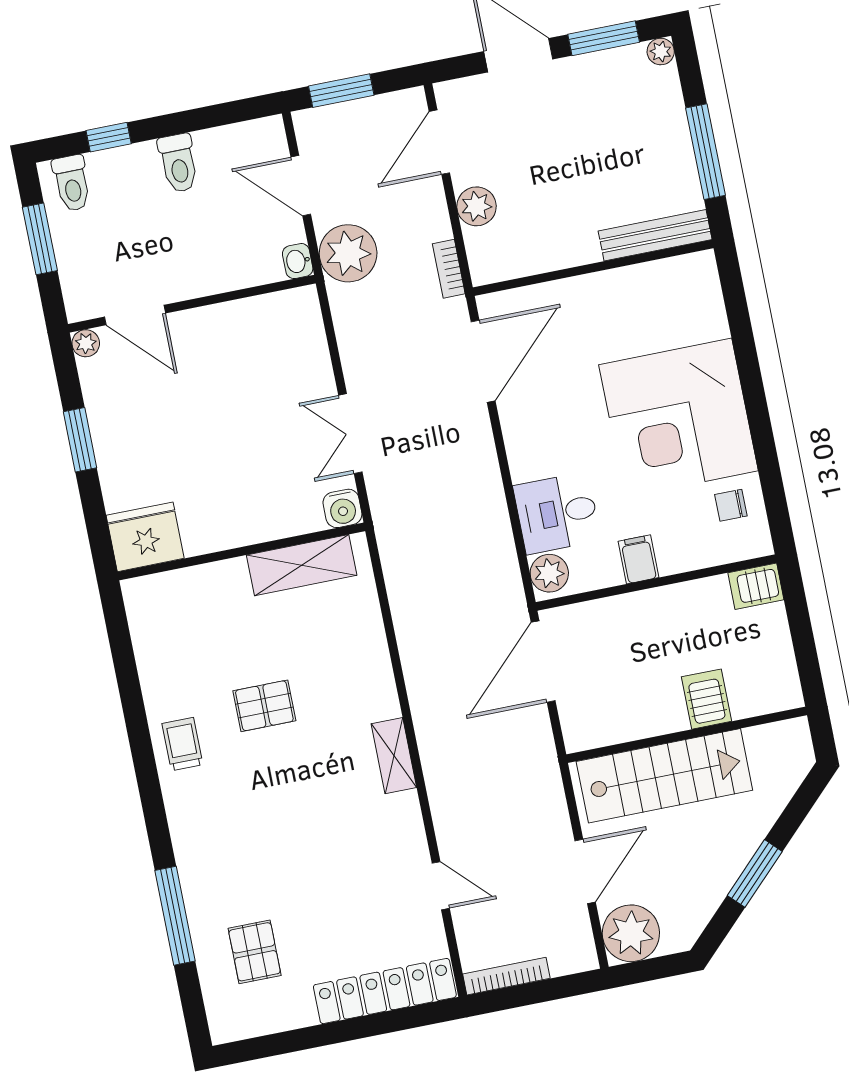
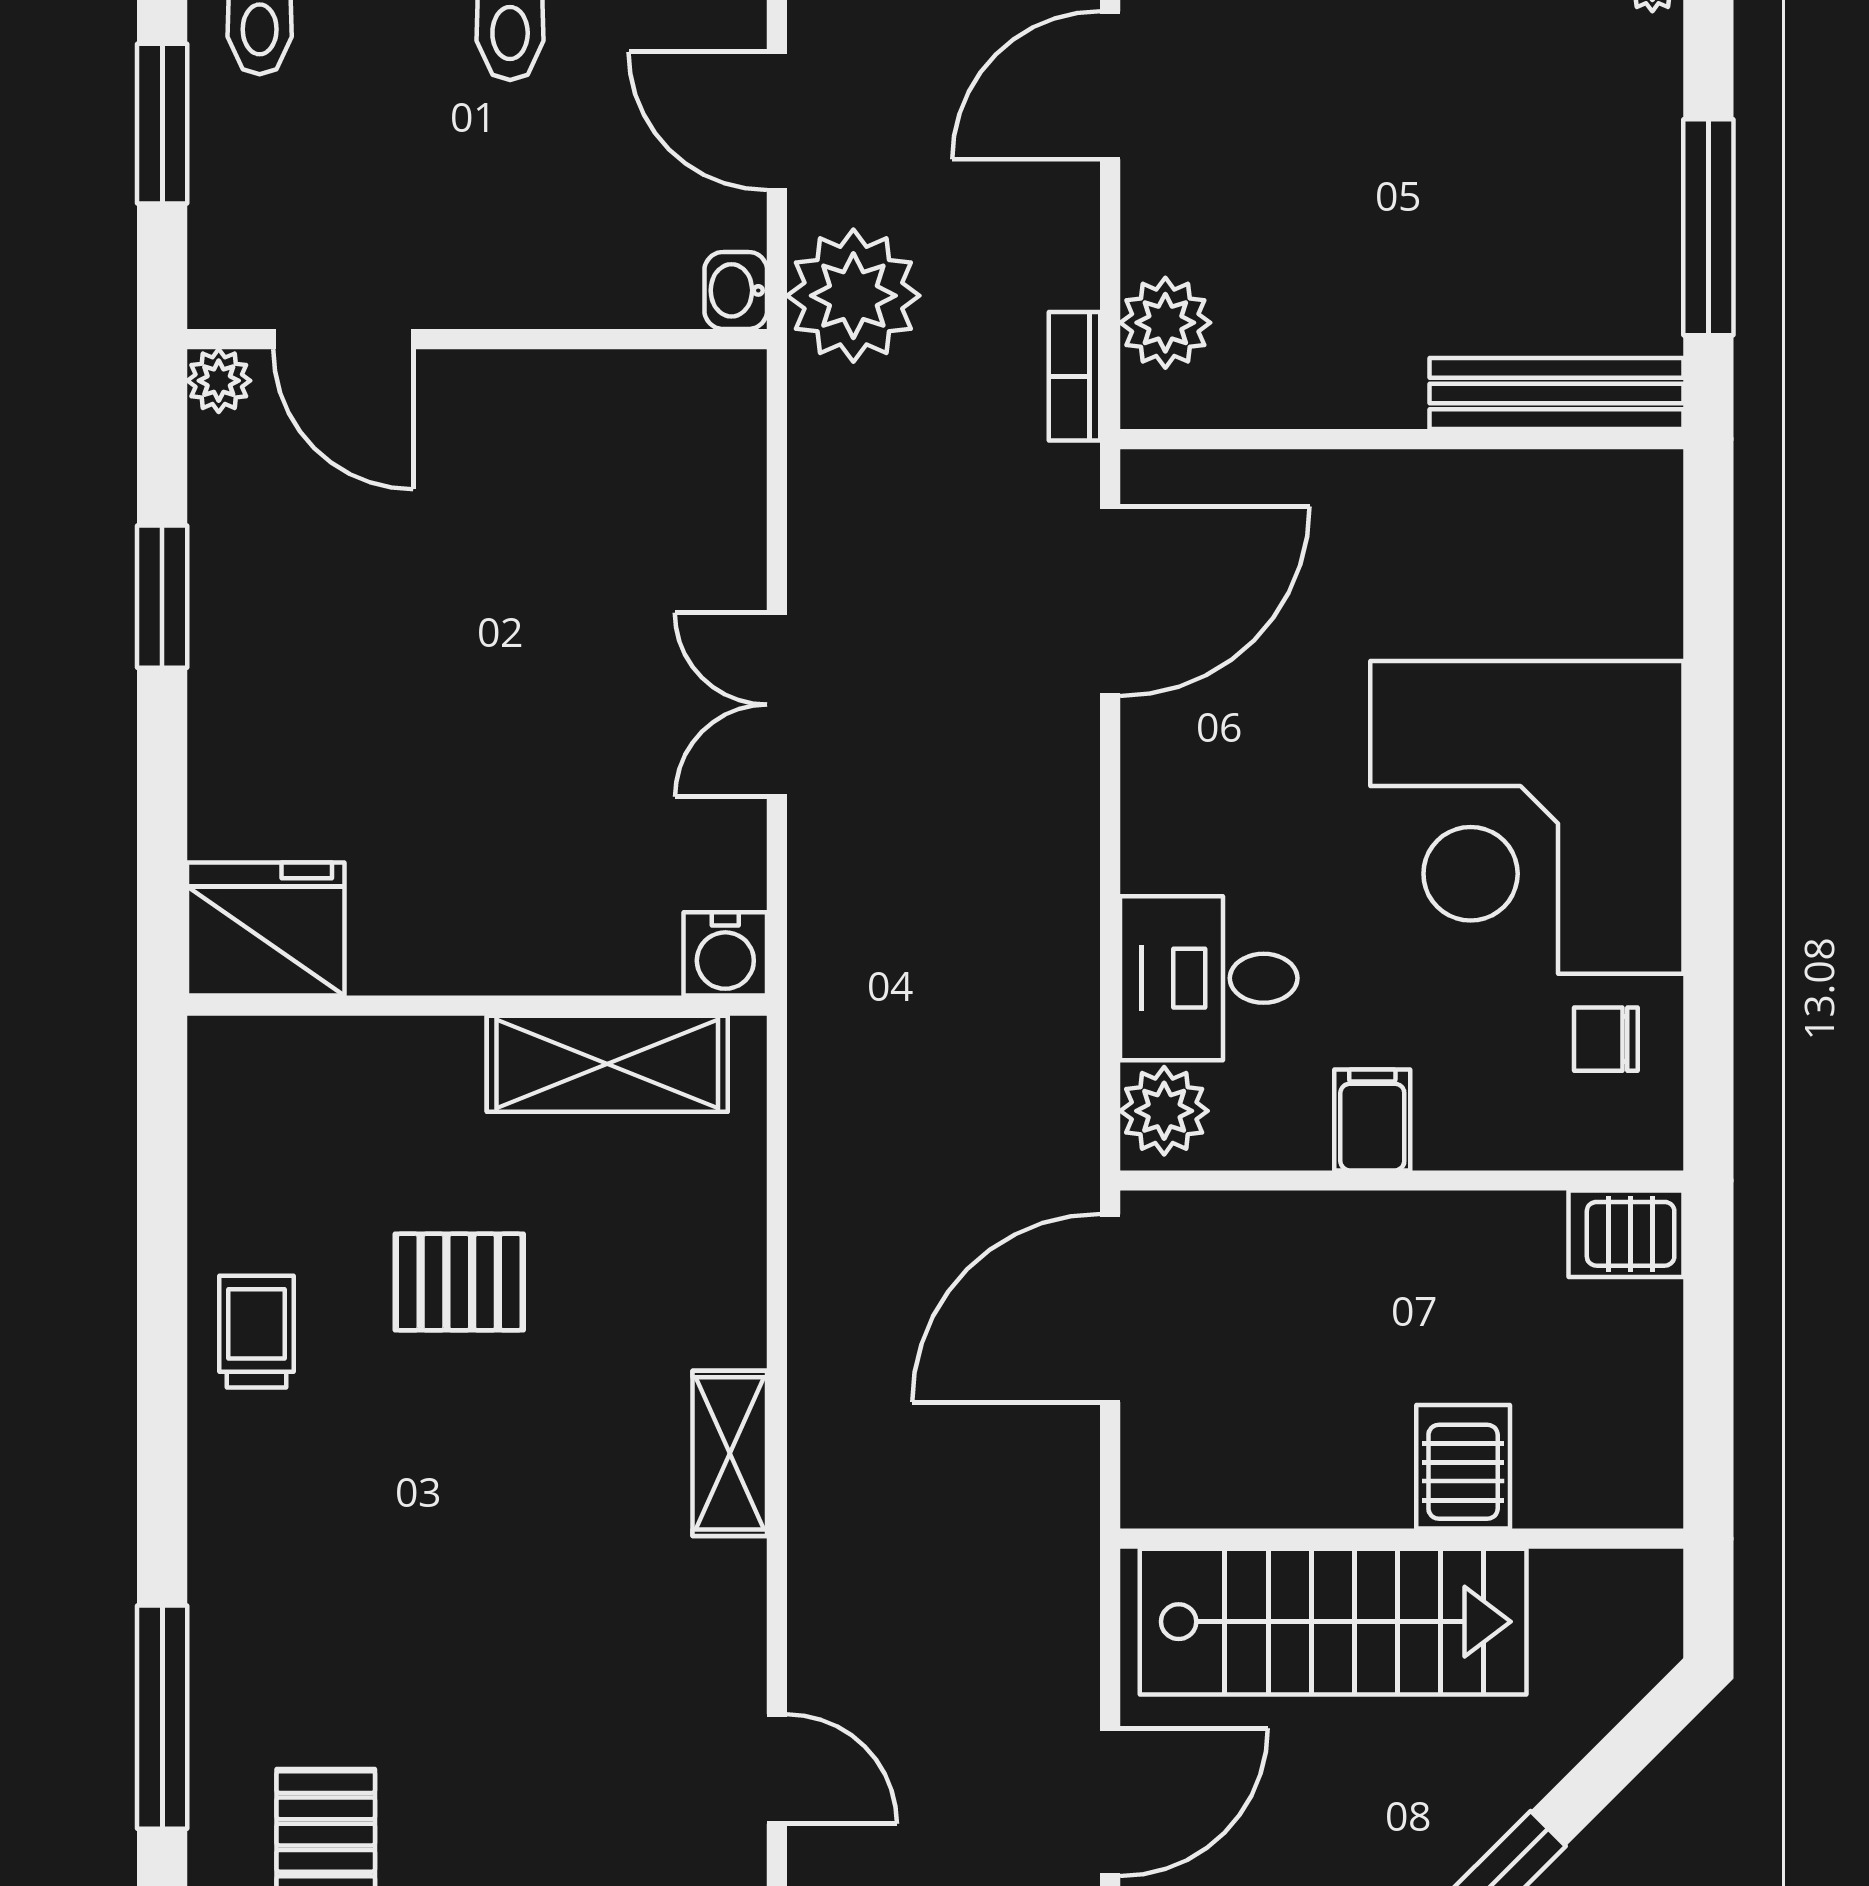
plant: (477, 206) -> (1165, 323), moved
water cooler: (342, 508) -> (725, 954), moved
fridge: (145, 537) -> (266, 929), moved
wall: (241, 551) -> (477, 1006), moved
shelving: (302, 565) -> (607, 1064), moved

